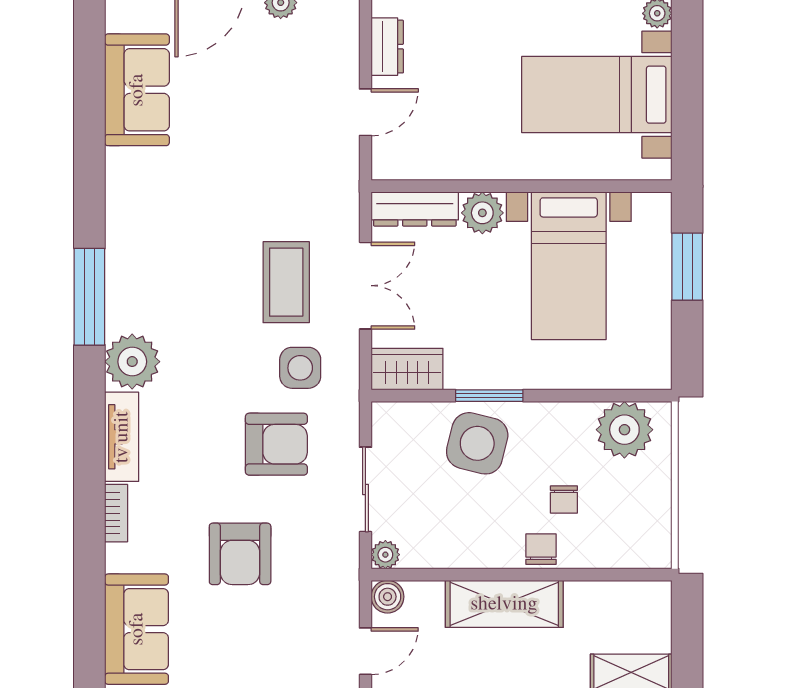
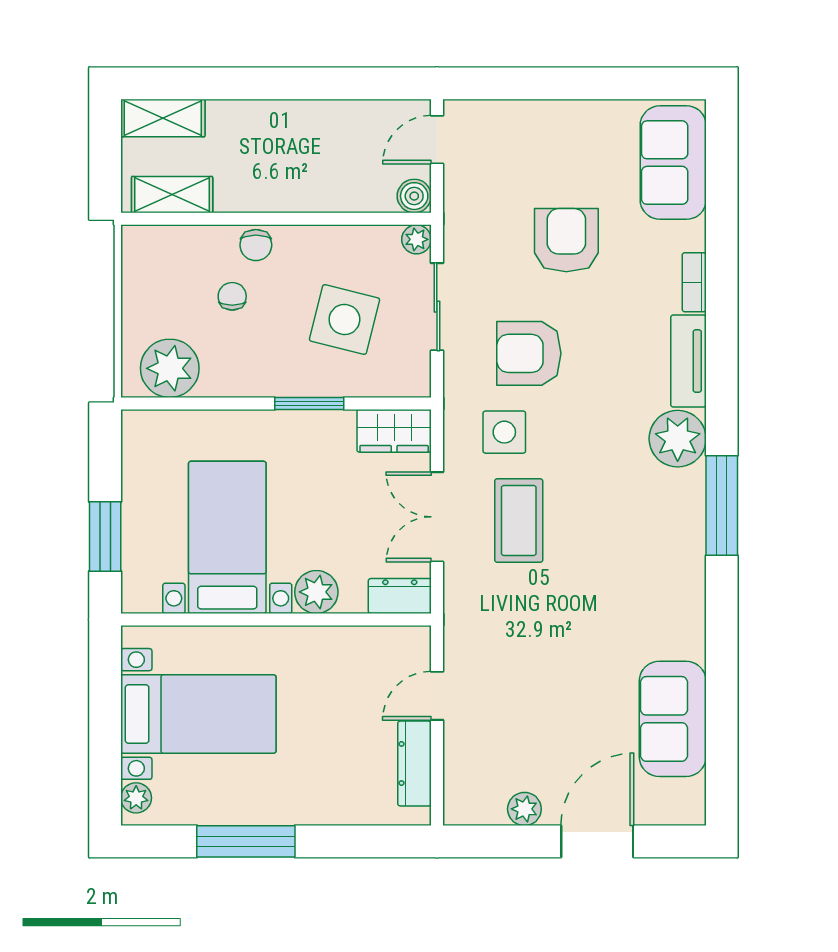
dresser: (387, 47) -> (414, 764), width x1.44
dresser: (415, 209) -> (400, 596), width x0.70
side table: (477, 443) -> (344, 320), moved
shelving: (504, 604) -> (172, 195), moved, width x0.67, depth x0.75

